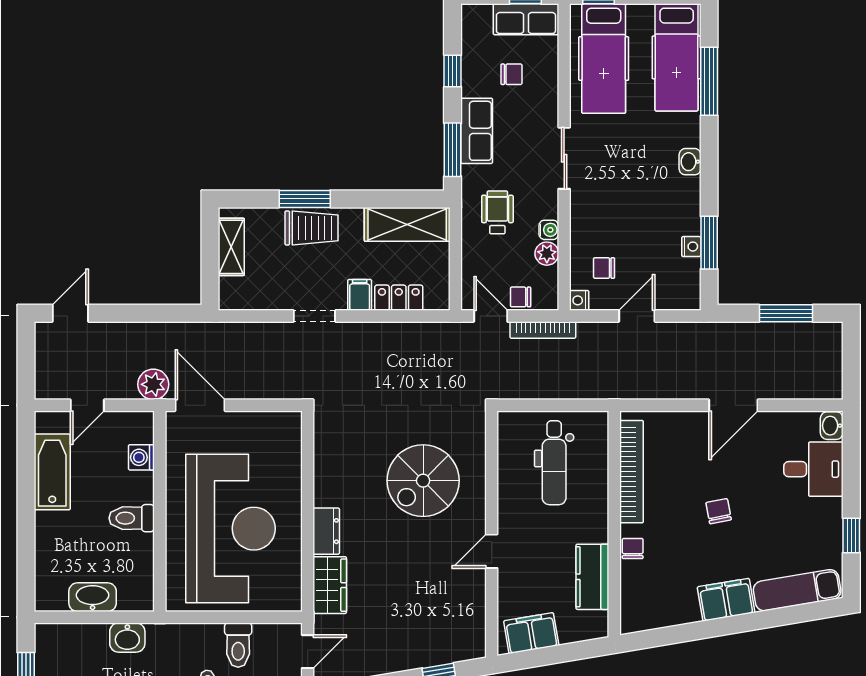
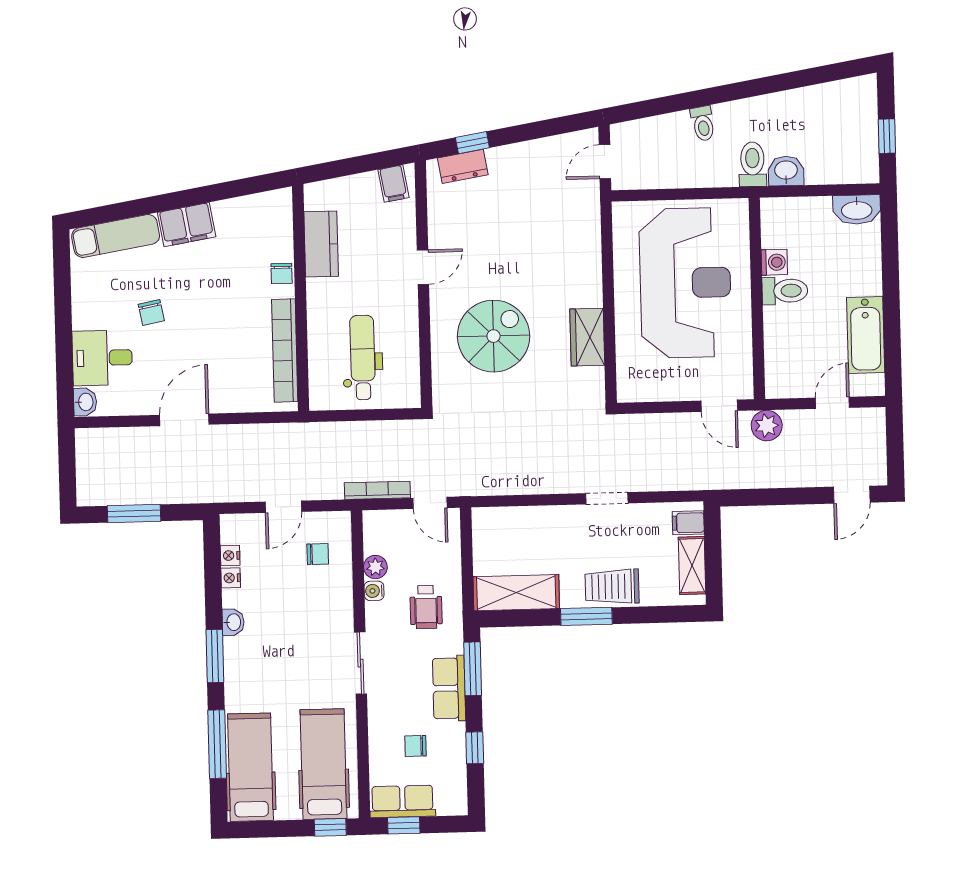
washbasin: (690, 162) -> (233, 622), moved
window: (305, 199) -> (586, 616), moved
window: (709, 243) -> (215, 656), moved
filing cabinet: (360, 295) -> (688, 523), moved, turned 90
chair: (521, 297) -> (401, 523), removed
locker: (399, 298) -> (523, 519), removed
nightstand: (579, 300) -> (230, 556), moved, turned 180
door: (200, 405) -> (719, 406), width x0.73
washing machine: (141, 457) -> (774, 262), moved
chair: (719, 511) -> (151, 313), moved
reception desk: (231, 529) -> (685, 283), turned 180
dresser: (326, 531) -> (463, 166), moved, turned -100
window: (851, 535) -> (63, 292), removed
wardrobe: (330, 585) -> (587, 337), moved
washbasin: (93, 597) -> (857, 210), moved
filing cabinet: (531, 633) -> (393, 184), width x0.50
toilet: (238, 645) -> (752, 164), moved

